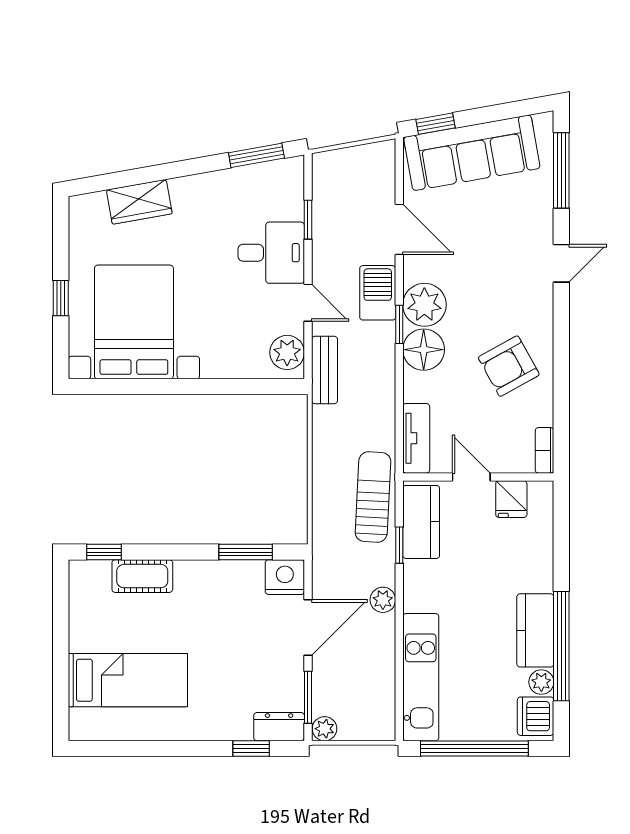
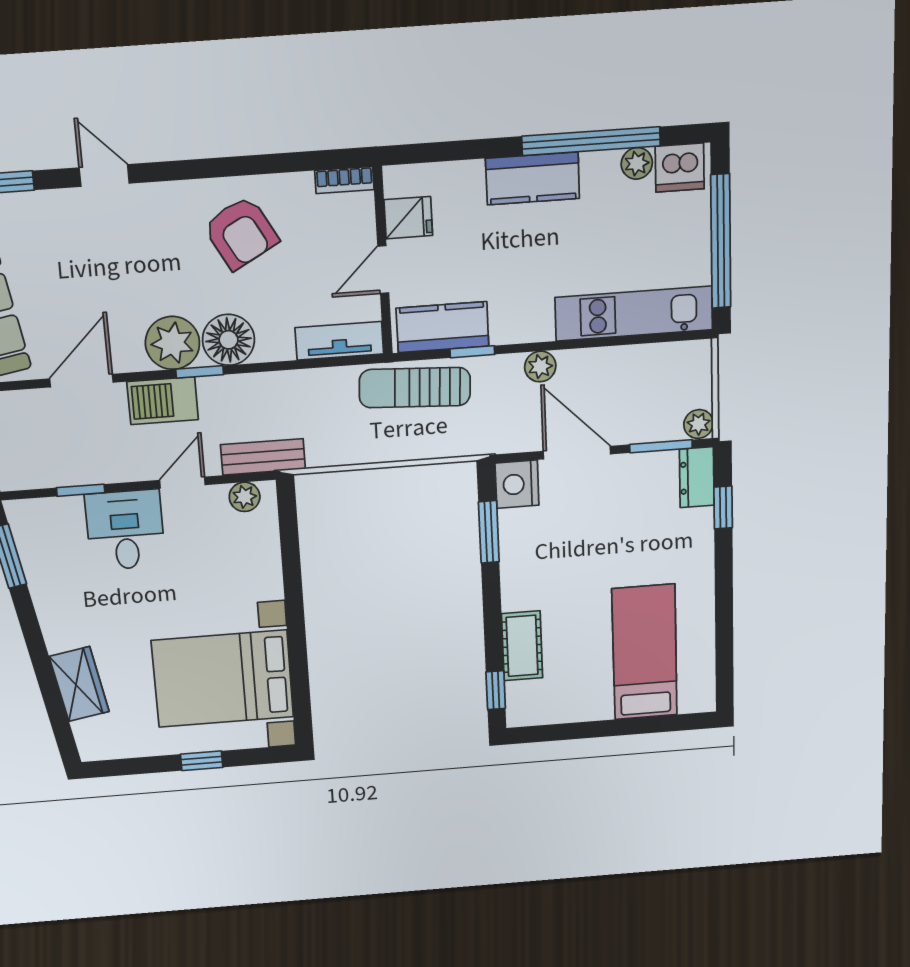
plant: (287, 352) -> (245, 497), width x0.73, depth x0.73
kitchen counter: (535, 630) -> (533, 178), moved

